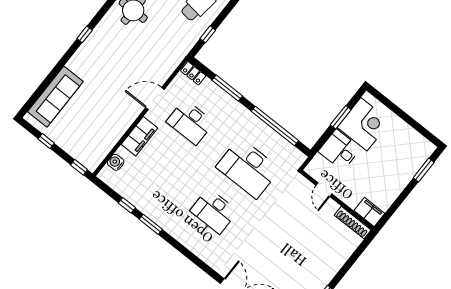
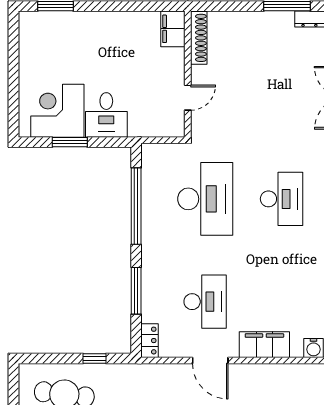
door: (324, 190) -> (188, 98), moved
wall: (337, 200) -> (188, 74), moved
filing cabinet: (369, 212) -> (173, 29), moved
shoe rack: (353, 223) -> (199, 38), moved

